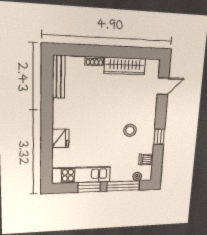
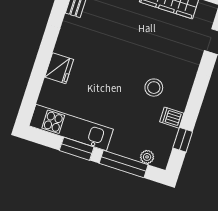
window: (159, 137) -> (183, 140), moved
dishwasher: (146, 159) -> (172, 118), moved

